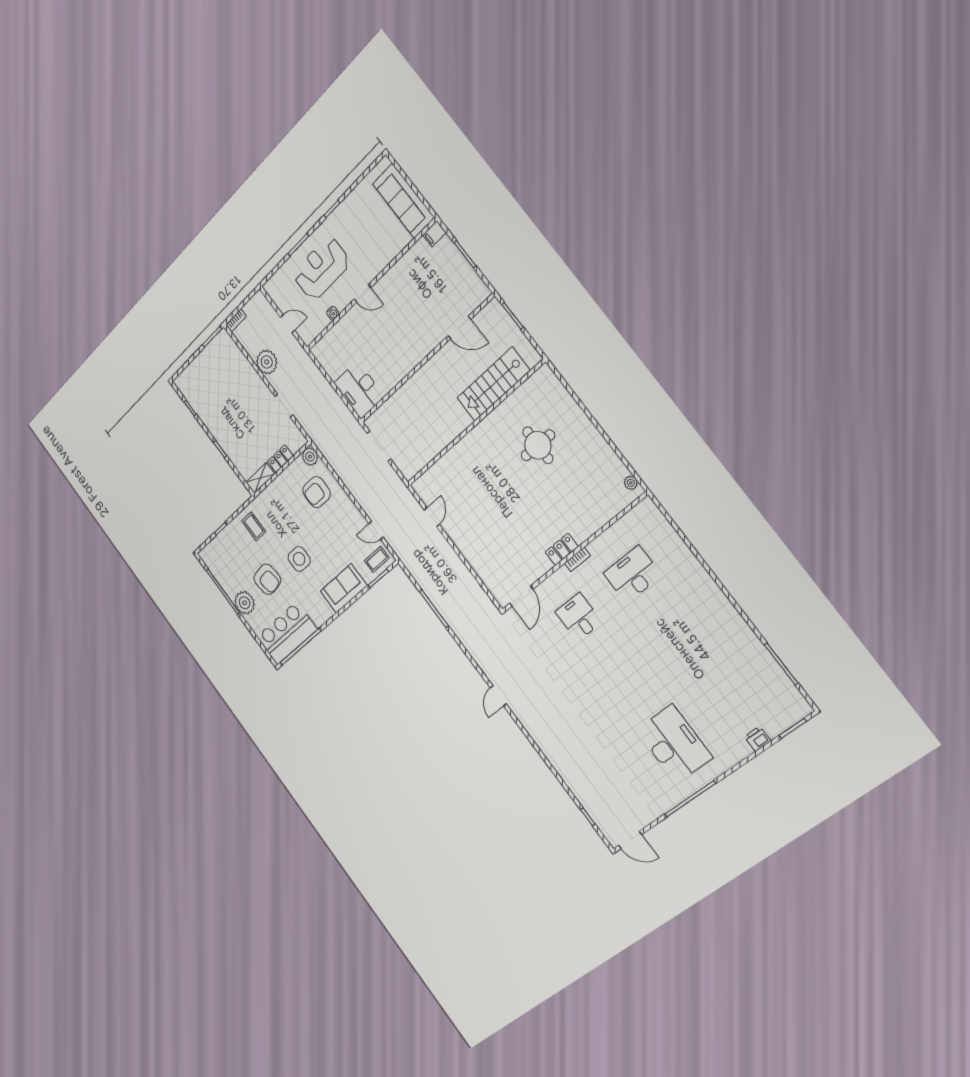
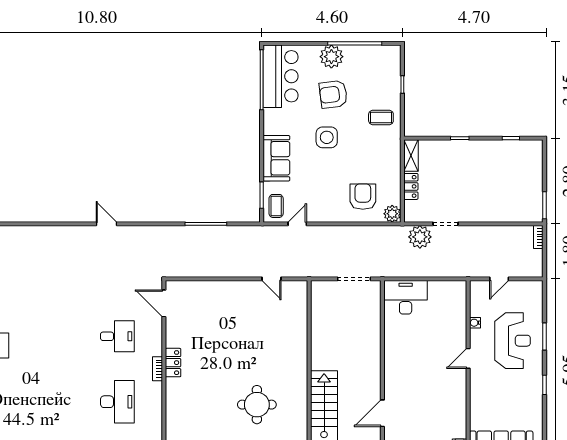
plant: (267, 362) -> (420, 237), moved

